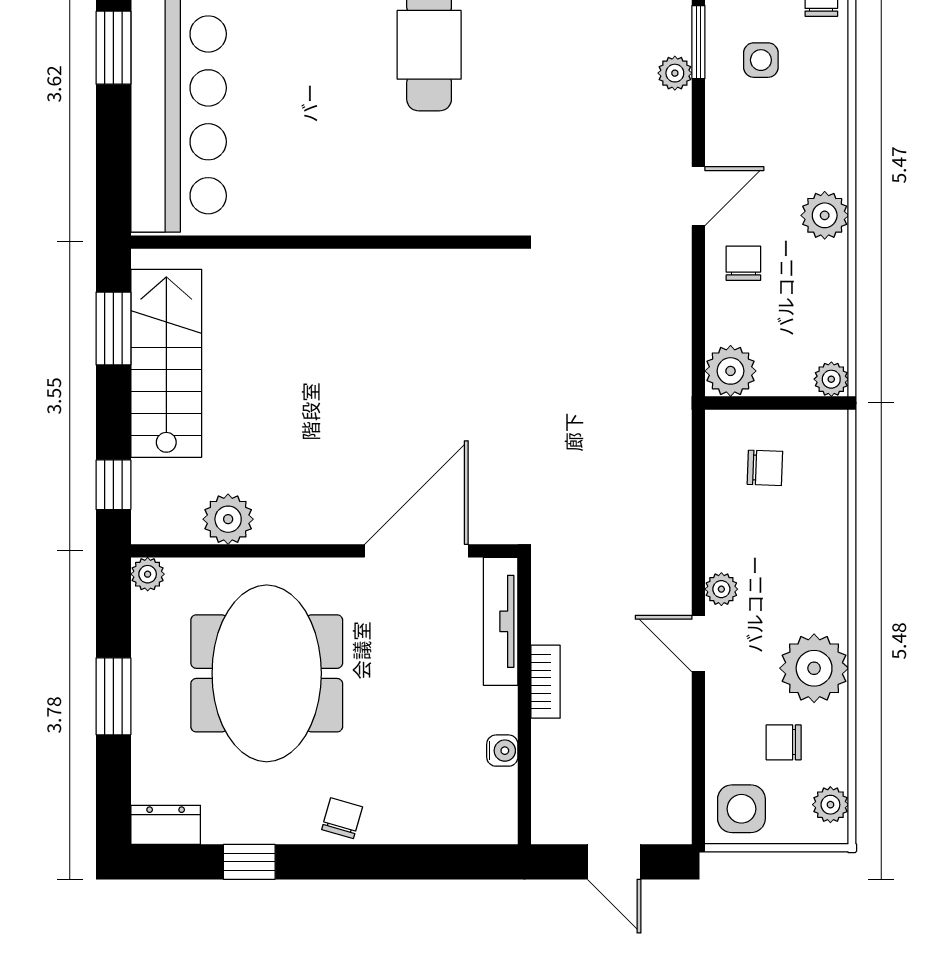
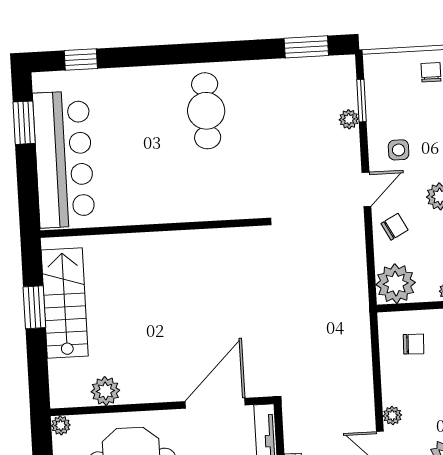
side table: (761, 60) -> (399, 150), moved
chair: (743, 263) -> (395, 227), turned 62
window: (113, 329) -> (34, 307), moved
plant: (731, 371) -> (396, 284), width x1.36, depth x1.36
window: (113, 485) -> (38, 375), removed

